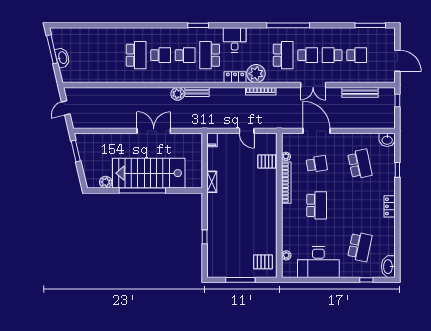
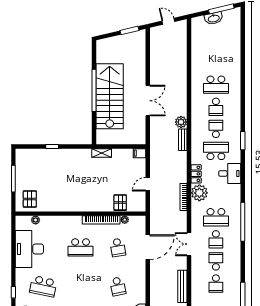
school desk: (185, 55) -> (216, 129), turned 180
school desk: (360, 164) -> (118, 286), width x0.54
plant: (106, 182) -> (102, 57), removed

